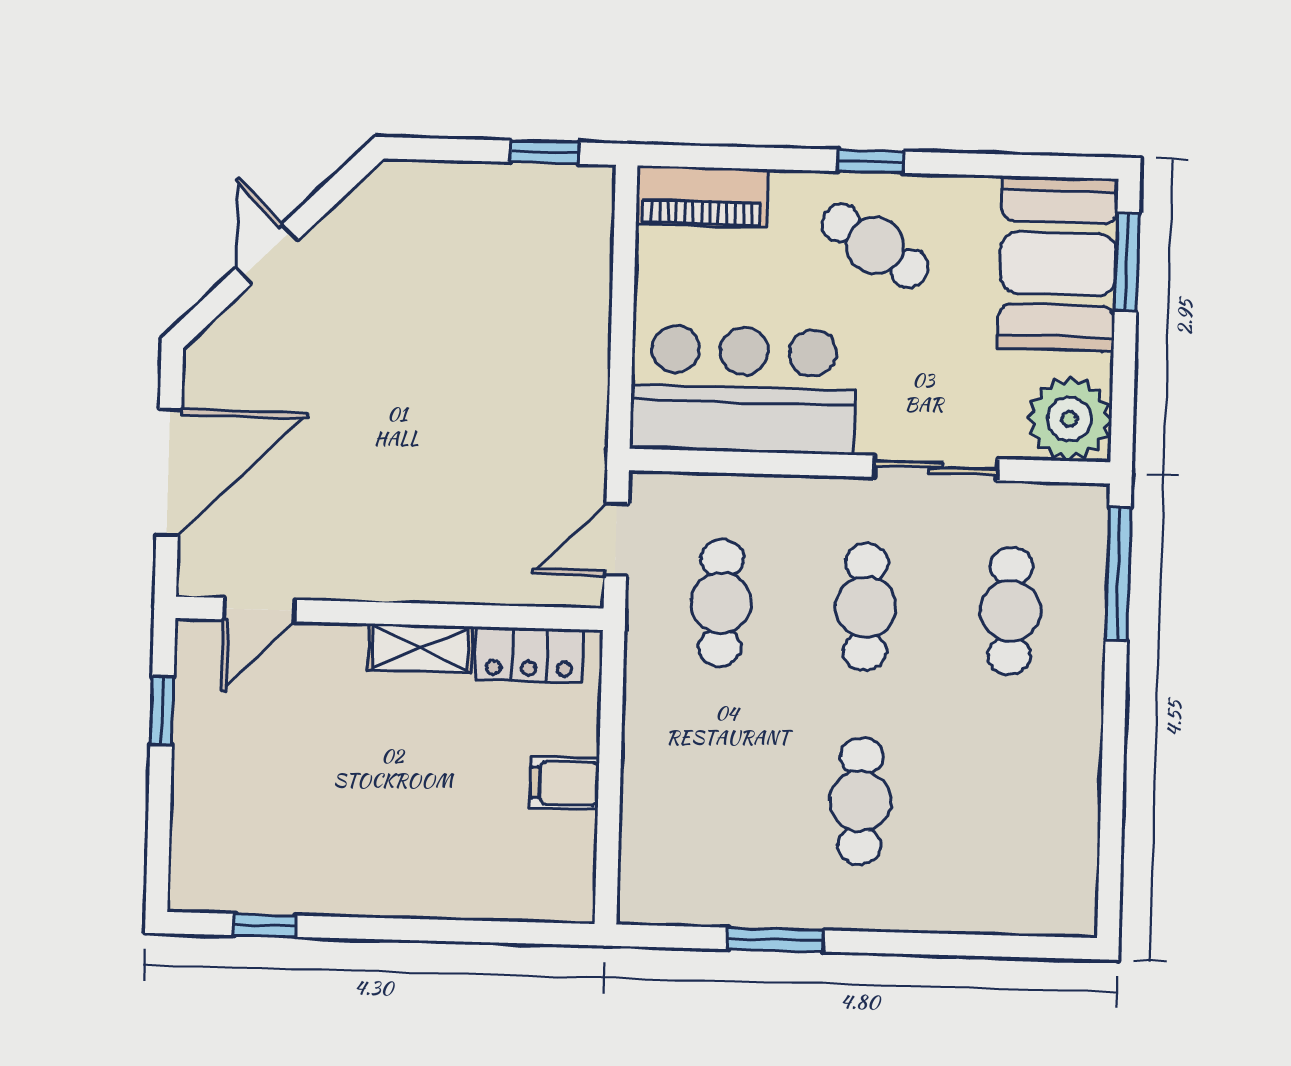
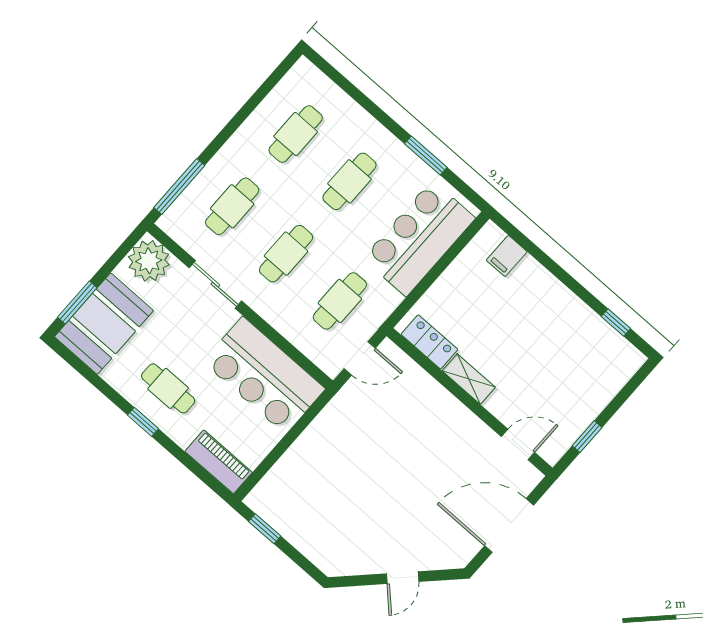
cafe table: (875, 246) -> (168, 388), turned -32
filing cabinet: (565, 783) -> (507, 256), moved, turned 90
bar counter: (679, 802) -> (419, 238), added
cafe table: (1005, 805) -> (296, 134), added

